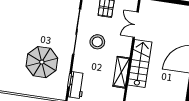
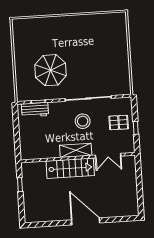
double door: (136, 25) -> (108, 156), swing flipped
shelving: (121, 72) -> (76, 150), moved

